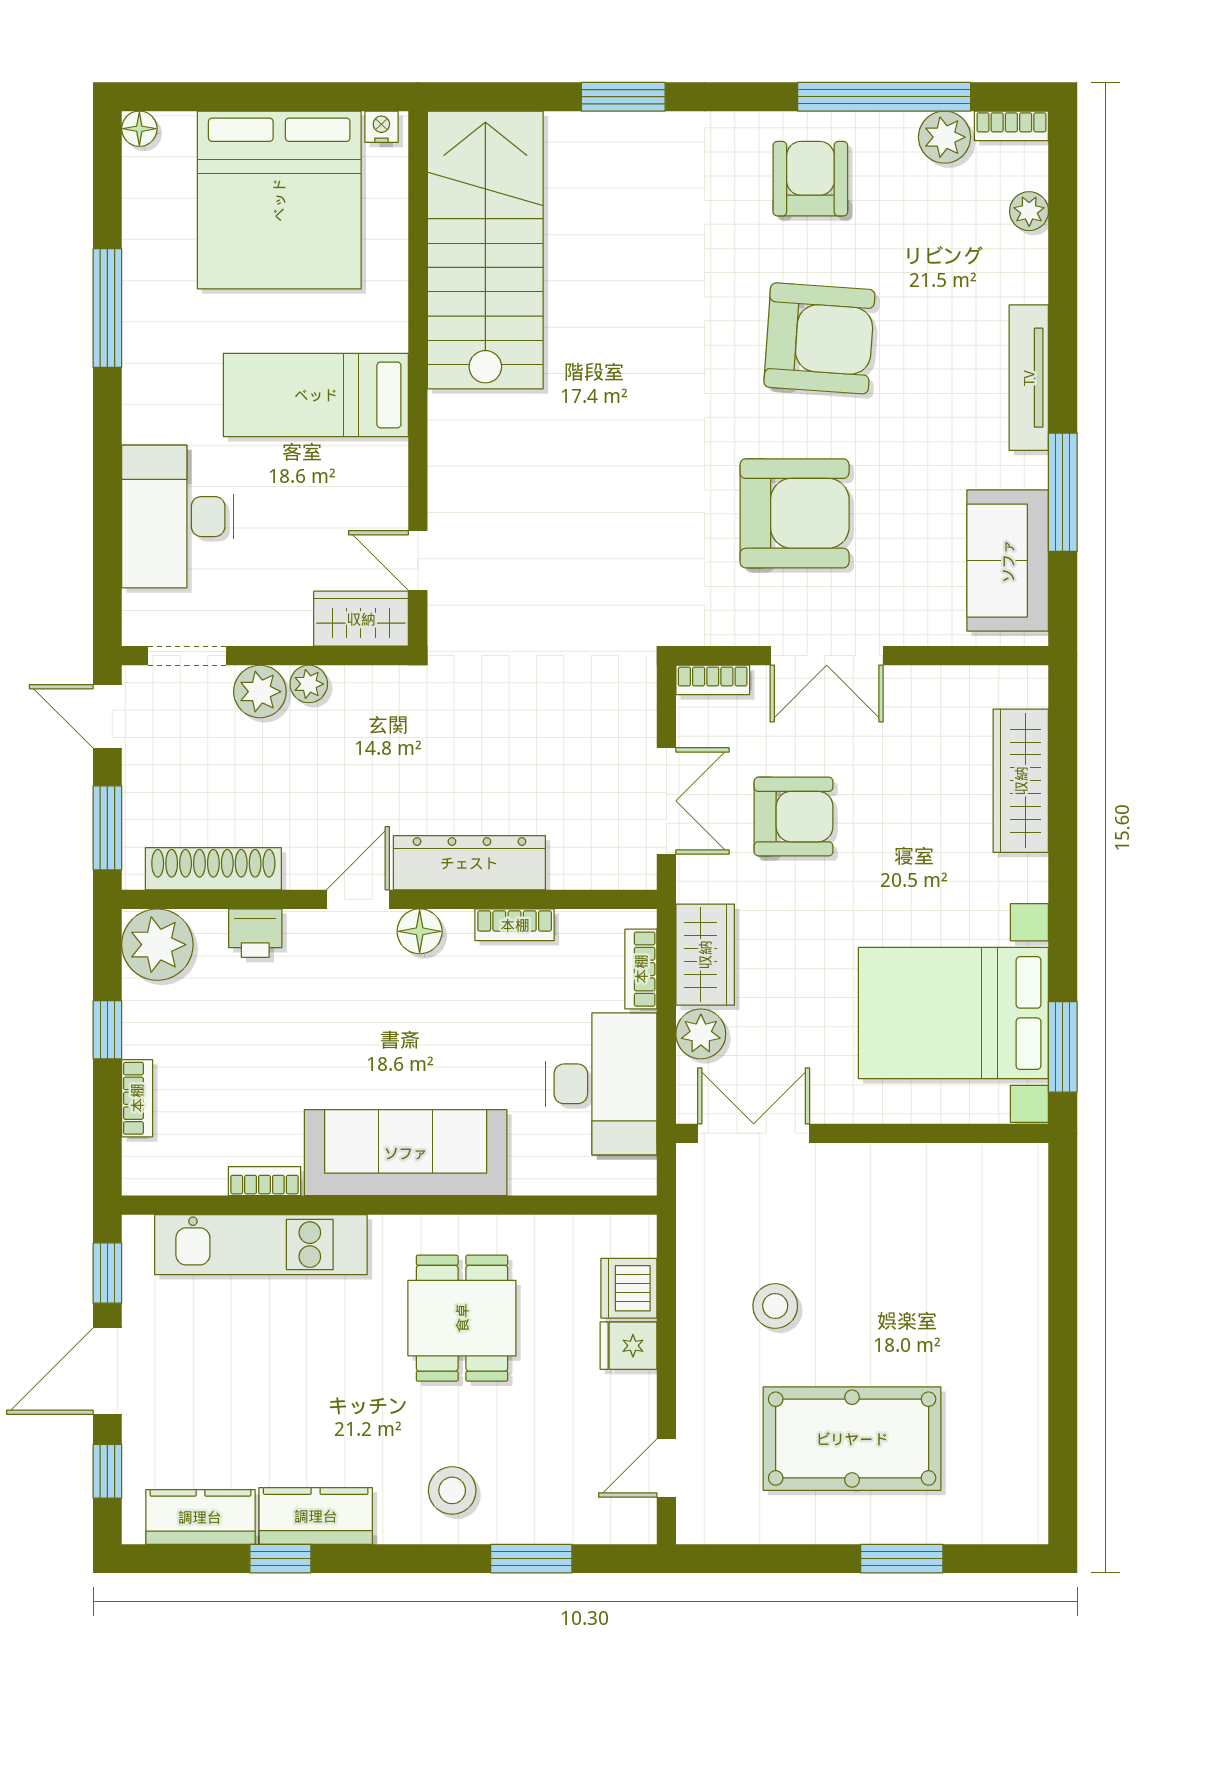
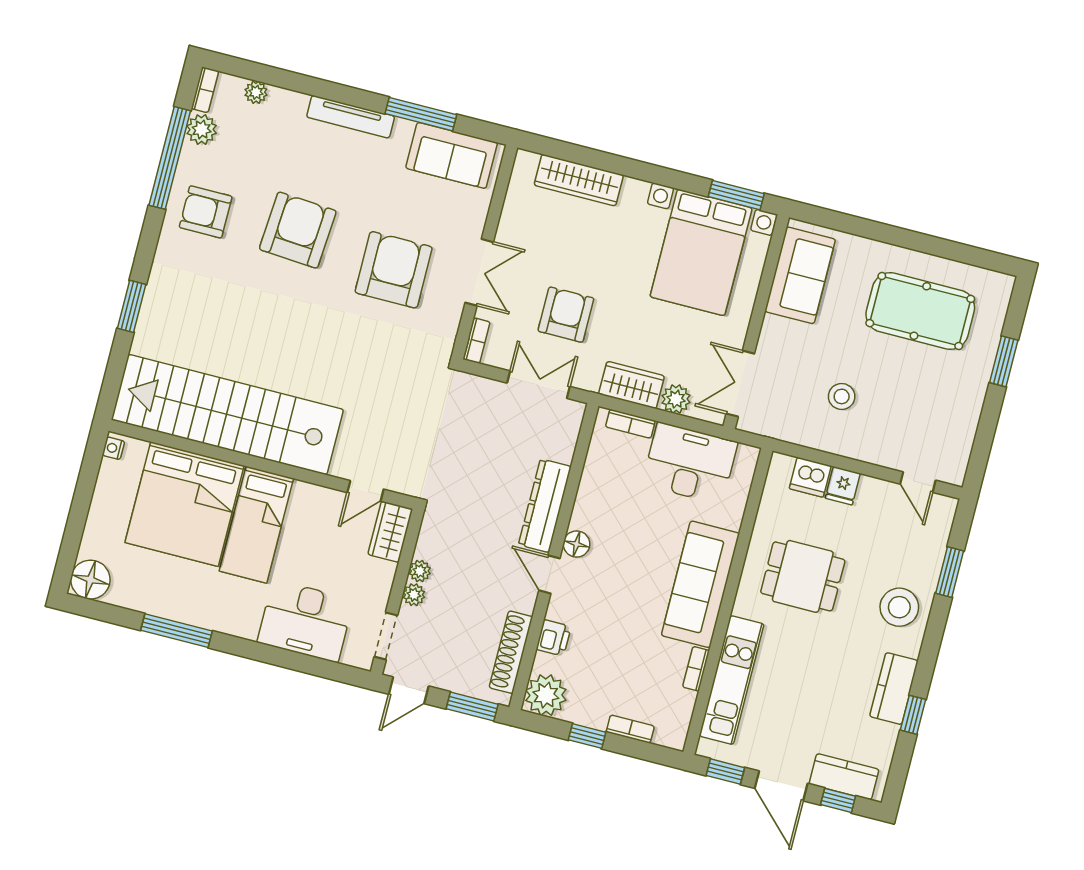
floor lamp: (139, 129) -> (90, 580), width x1.89, depth x1.89
bed: (279, 200) -> (184, 504), moved, turned 90
stairs: (485, 250) -> (227, 415), width x1.36
plant: (260, 692) -> (414, 595), width x0.73, depth x0.73
bookcase: (515, 925) -> (587, 489), removed
sofa: (957, 1186) -> (800, 275), added
pool table: (852, 1439) -> (920, 311), moved, turned 90
stool: (452, 1490) -> (899, 607), width x1.38, depth x1.38
kitchen counter: (200, 1517) -> (844, 777), moved, turned 90

